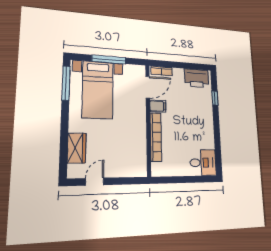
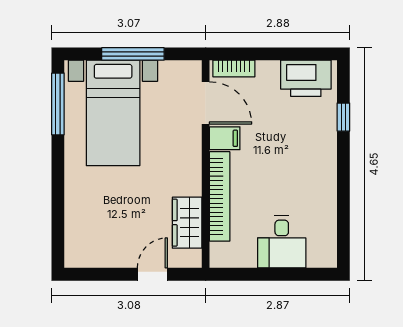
door: (148, 87) -> (206, 103), hinge flipped
wardrobe: (77, 148) -> (187, 223), moved, turned 180
desk: (203, 163) -> (282, 242), moved, turned 90
door: (95, 182) -> (152, 274), moved

